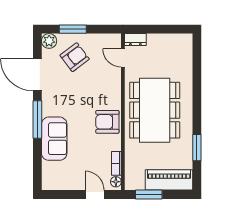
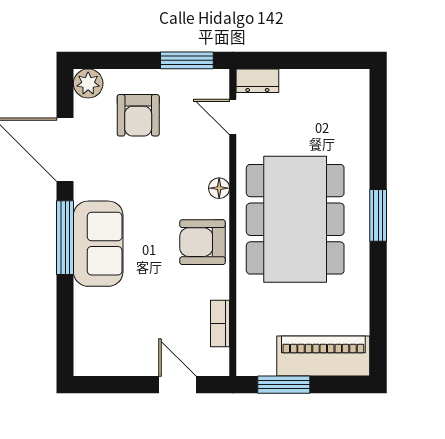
window: (73, 29) -> (187, 60), moved
armchair: (75, 57) -> (138, 115), turned 127
sofa: (54, 139) -> (98, 244), moved
window: (197, 148) -> (378, 215), moved
floor lamp: (116, 182) -> (219, 188), moved

